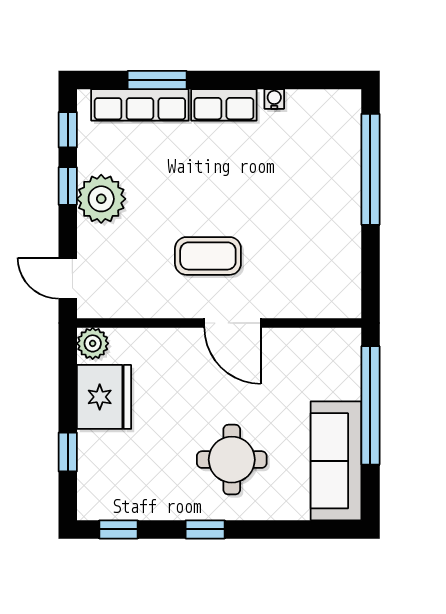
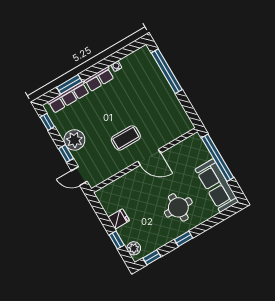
window: (68, 186) -> (66, 154), moved
plant: (93, 343) -> (134, 248), moved
fridge: (104, 397) -> (119, 219), width x0.53, depth x0.75

